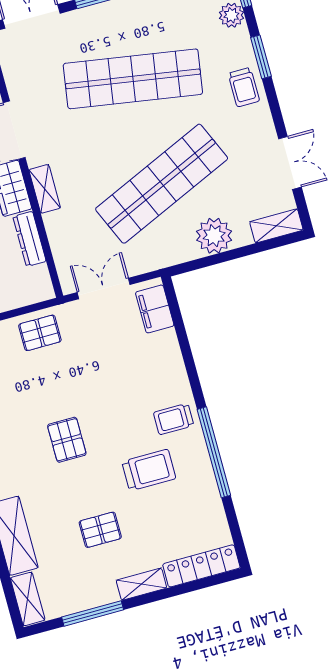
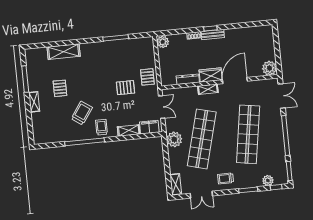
trolley: (244, 87) -> (226, 179), moved
shop shelf: (162, 184) -> (202, 139), turned 39
plant: (214, 236) -> (174, 139), moved
pallet: (67, 440) -> (125, 88), moved
trolley: (149, 470) -> (82, 113), turned -145
locker: (201, 566) -> (37, 128), removed
shelving: (28, 599) -> (129, 130), moved

